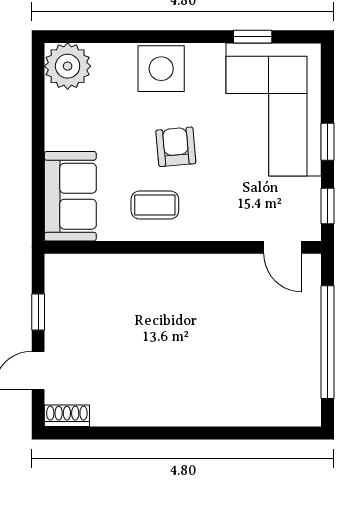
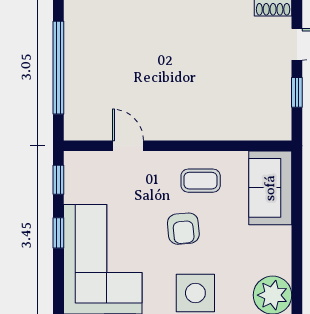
door: (283, 247) -> (128, 146), moved

